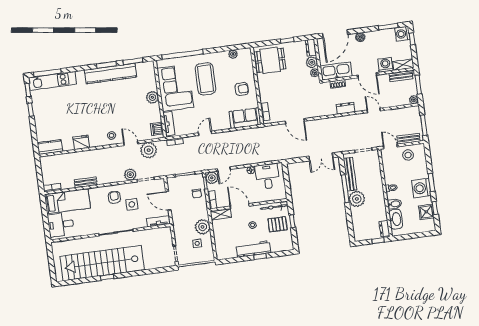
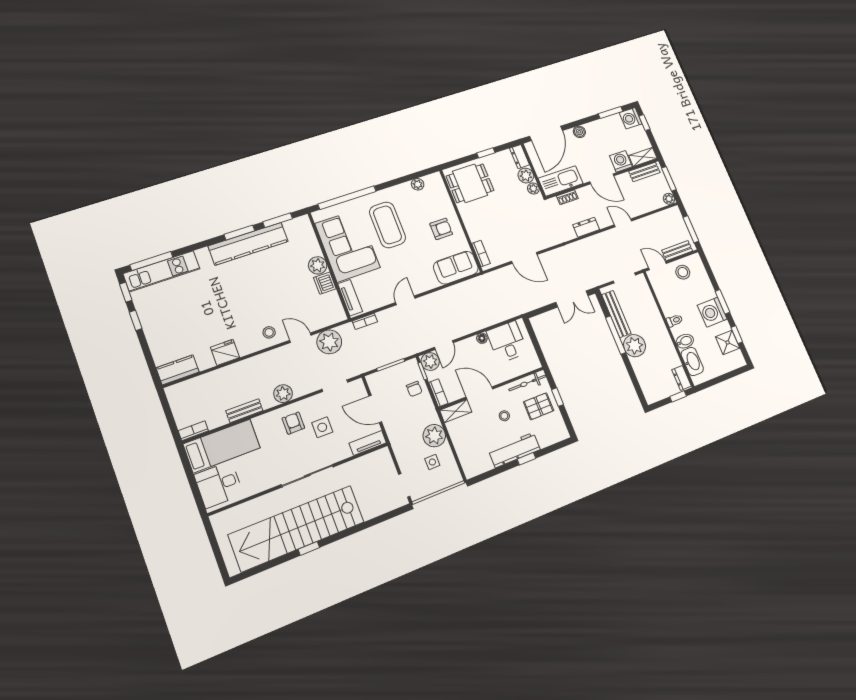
dishwasher: (157, 129) -> (325, 283), moved
plant: (130, 175) -> (283, 394), moved

